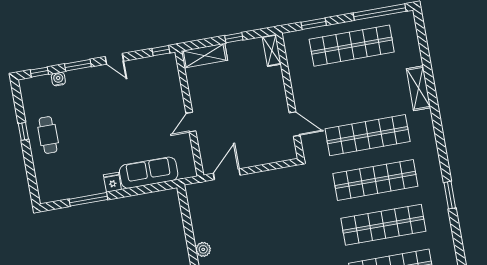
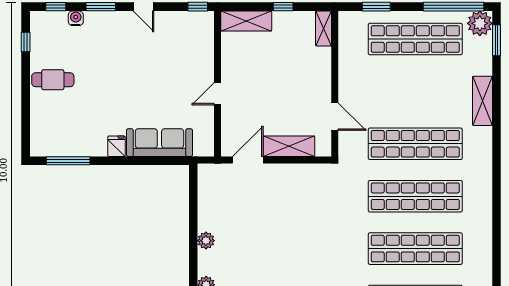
plant: (405, 22) -> (480, 23), added
window: (23, 131) -> (26, 42), moved
cafe table: (48, 135) -> (53, 80), turned 90
shelving: (260, 156) -> (289, 146), added
window: (450, 195) -> (497, 40), moved
window: (88, 199) -> (68, 161), moved

